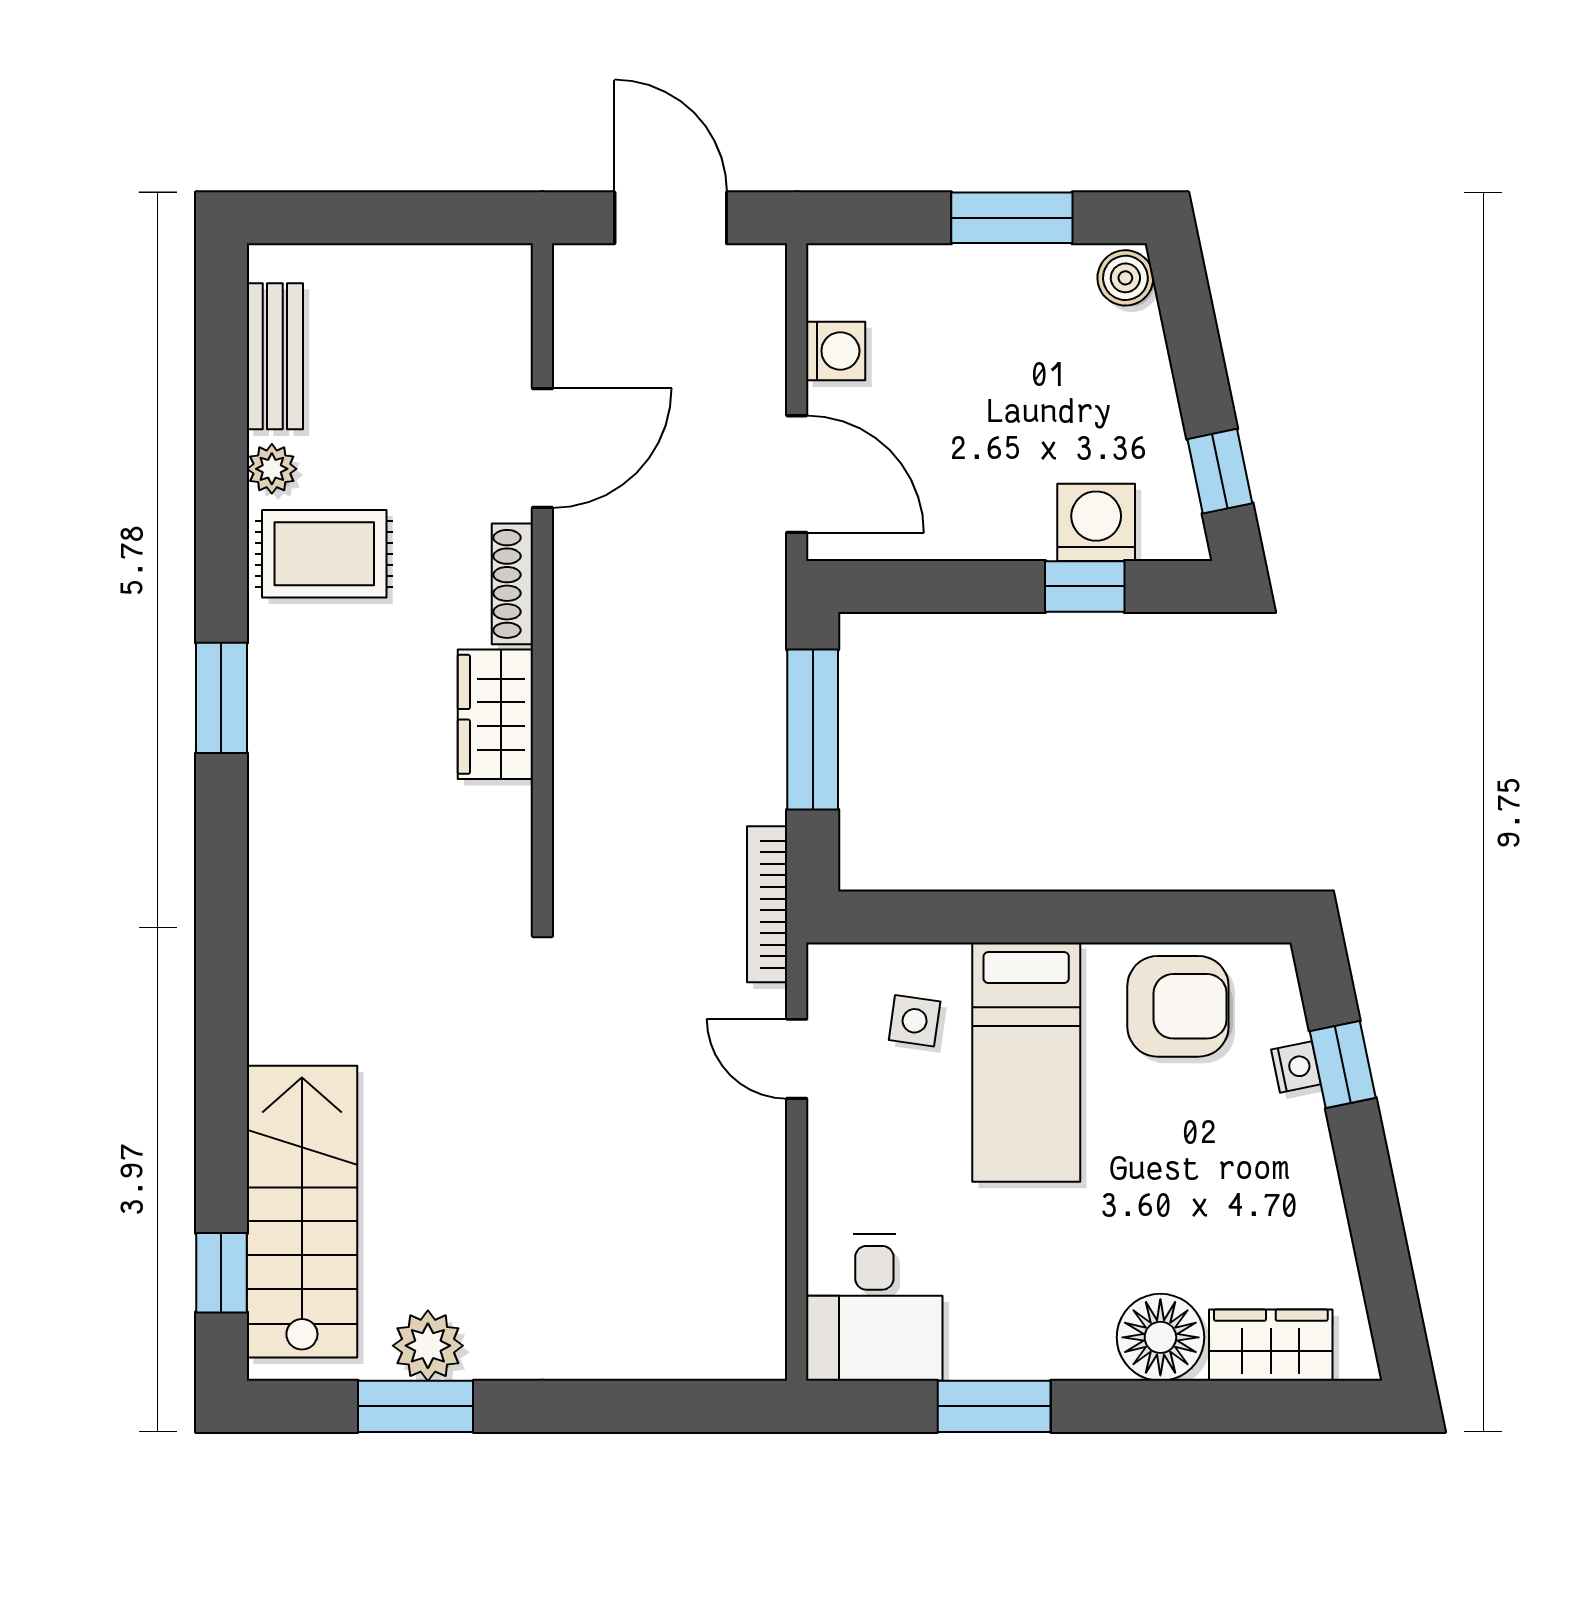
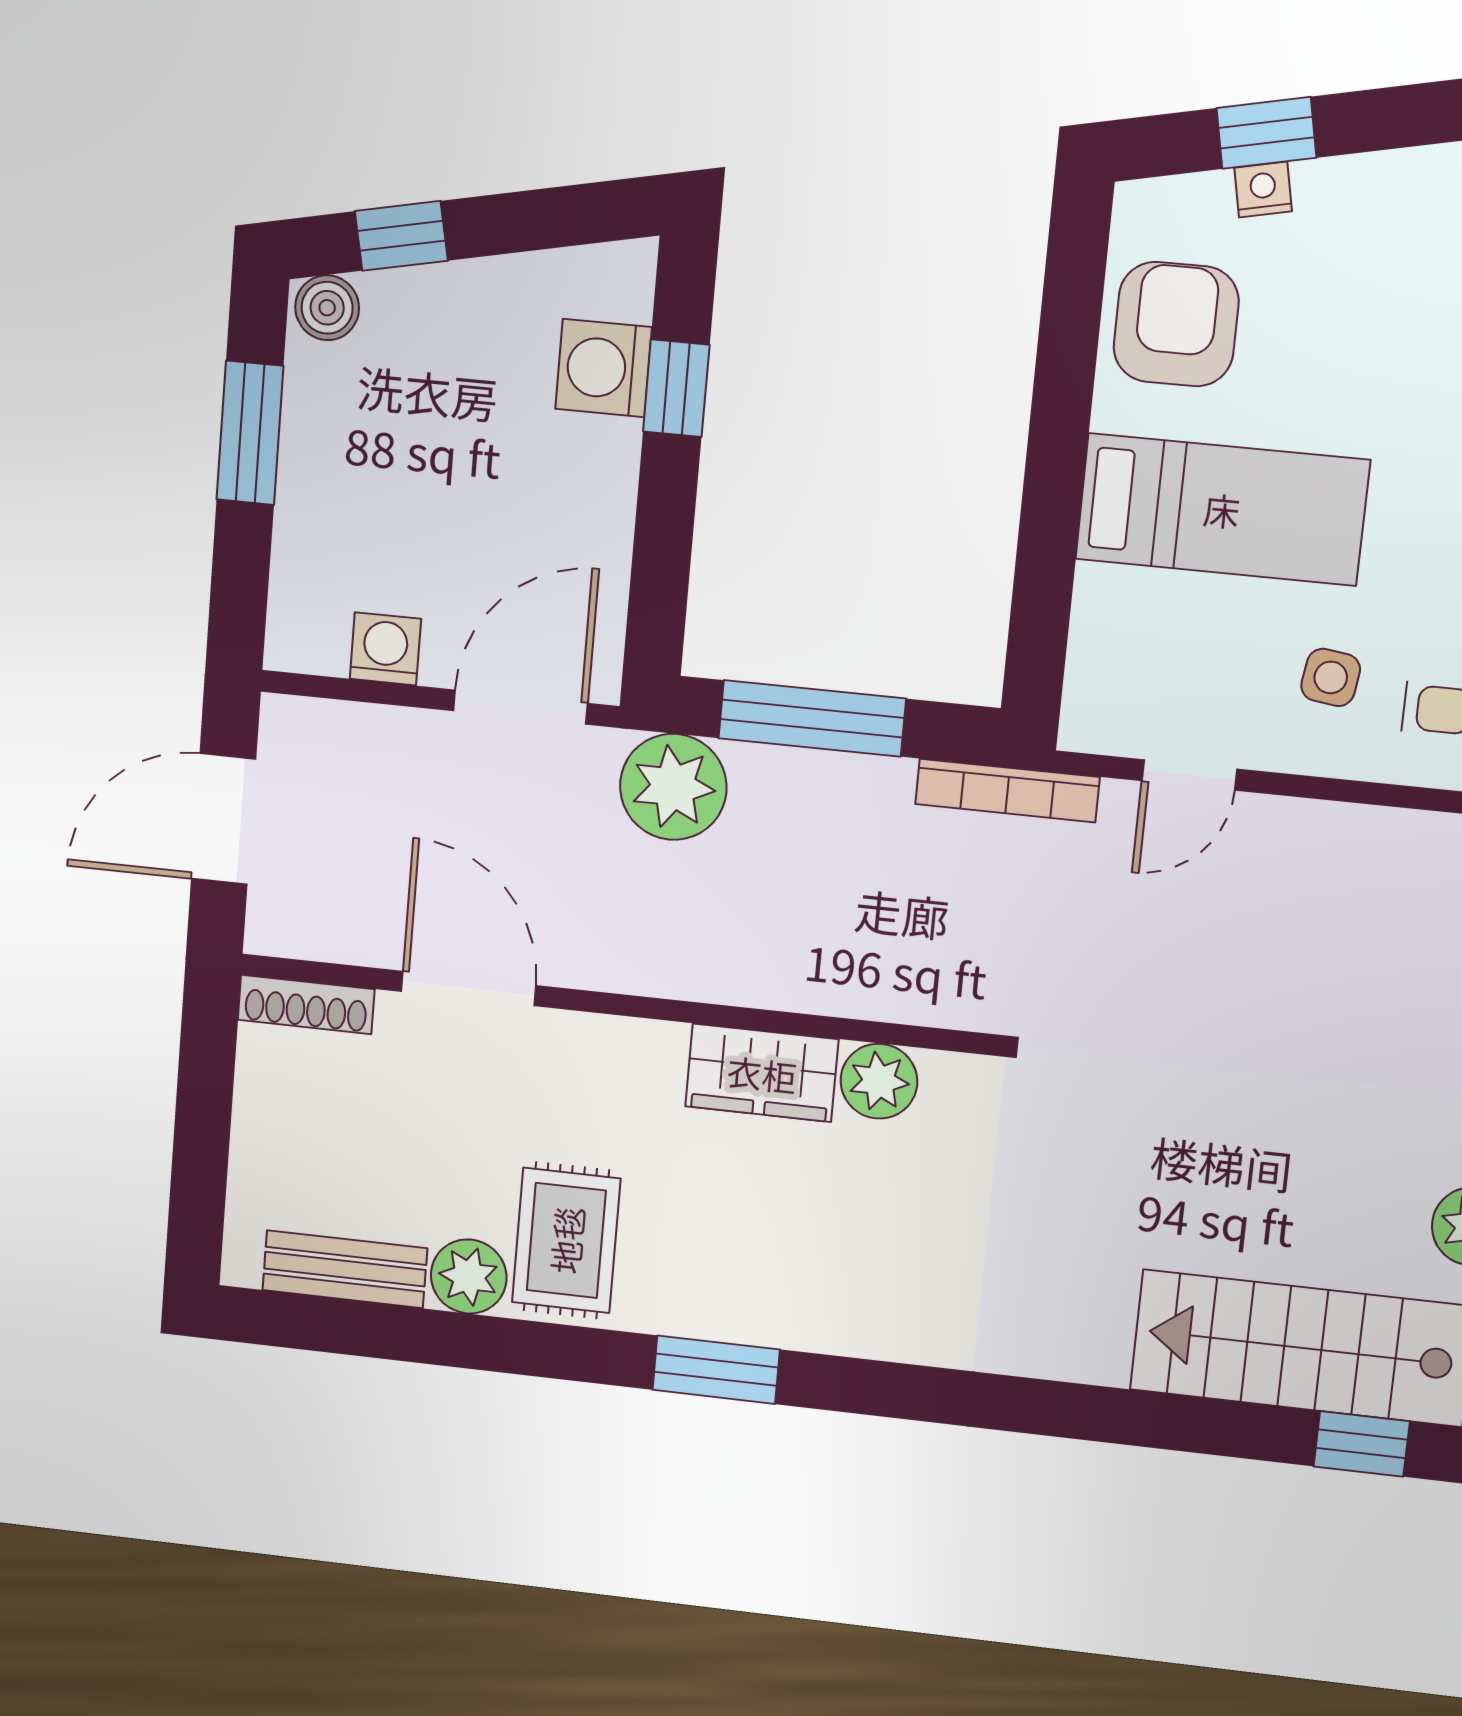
plant: (272, 469) -> (469, 1276), width x1.38, depth x1.38
window: (1220, 471) -> (401, 236), moved
shoe rack: (512, 584) -> (306, 1004), moved
plant: (740, 614) -> (673, 787), added
plant: (499, 818) -> (879, 1081), added
side table: (915, 1021) -> (1331, 677), moved

